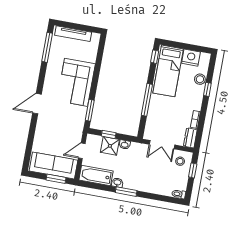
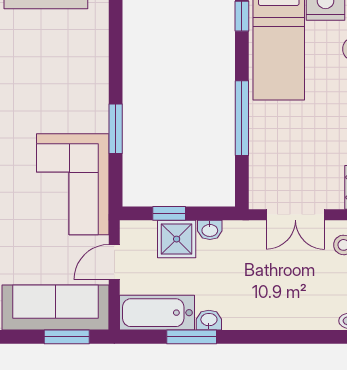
corner sofa: (76, 82) -> (73, 184), moved
window: (90, 110) -> (116, 129), moved
window: (126, 192) -> (192, 337), moved

